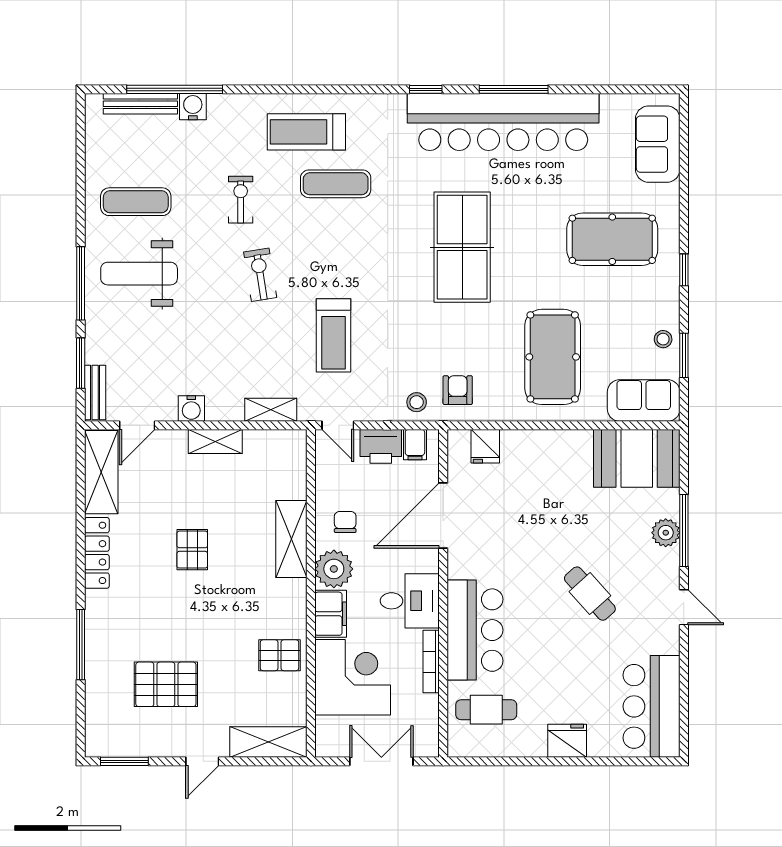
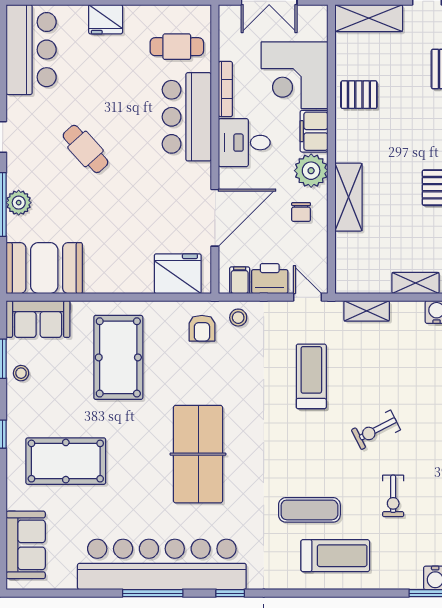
exercise bike: (260, 275) -> (376, 430), turned 72
fridge: (485, 446) -> (178, 274), width x1.88, depth x1.34

